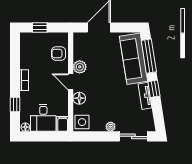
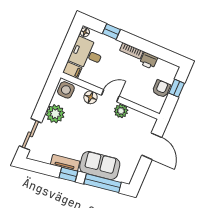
armchair: (59, 54) -> (161, 89), moved
sofa: (134, 59) -> (100, 166), width x0.73
printer: (26, 62) -> (149, 61), added
plant: (111, 127) -> (55, 114), width x1.87, depth x1.87

